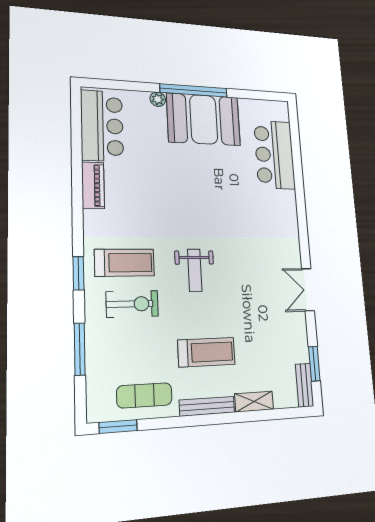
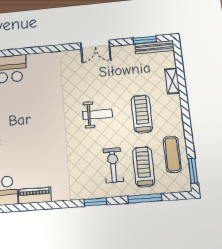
treadmill: (125, 263) -> (143, 167), moved
weight bench: (195, 270) -> (98, 114), moved
bench: (304, 385) -> (154, 47), width x1.36
bench: (207, 406) -> (177, 113), removed

